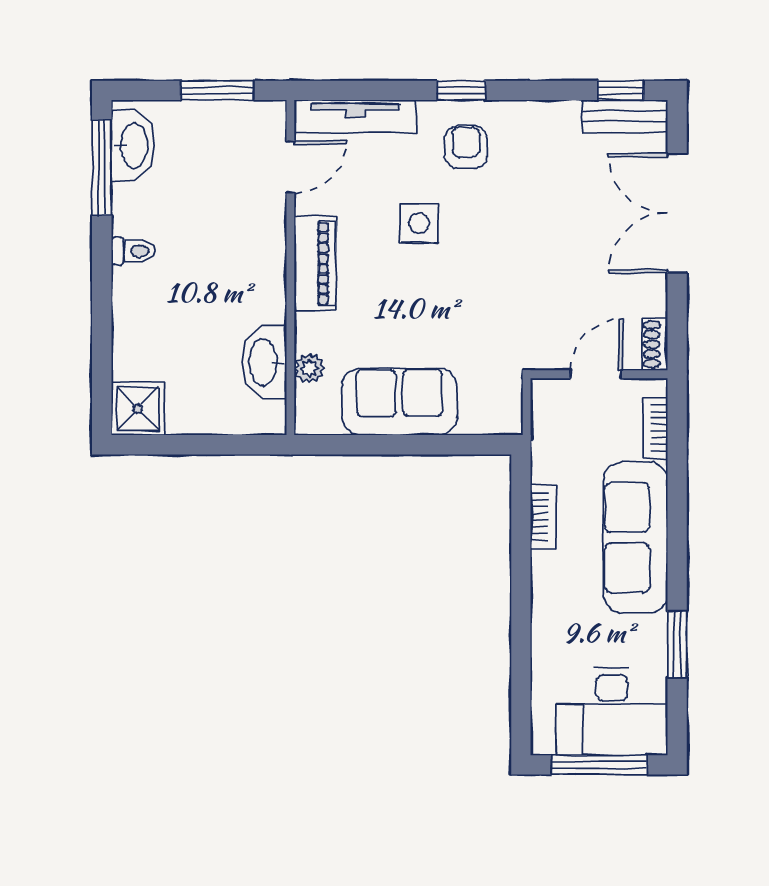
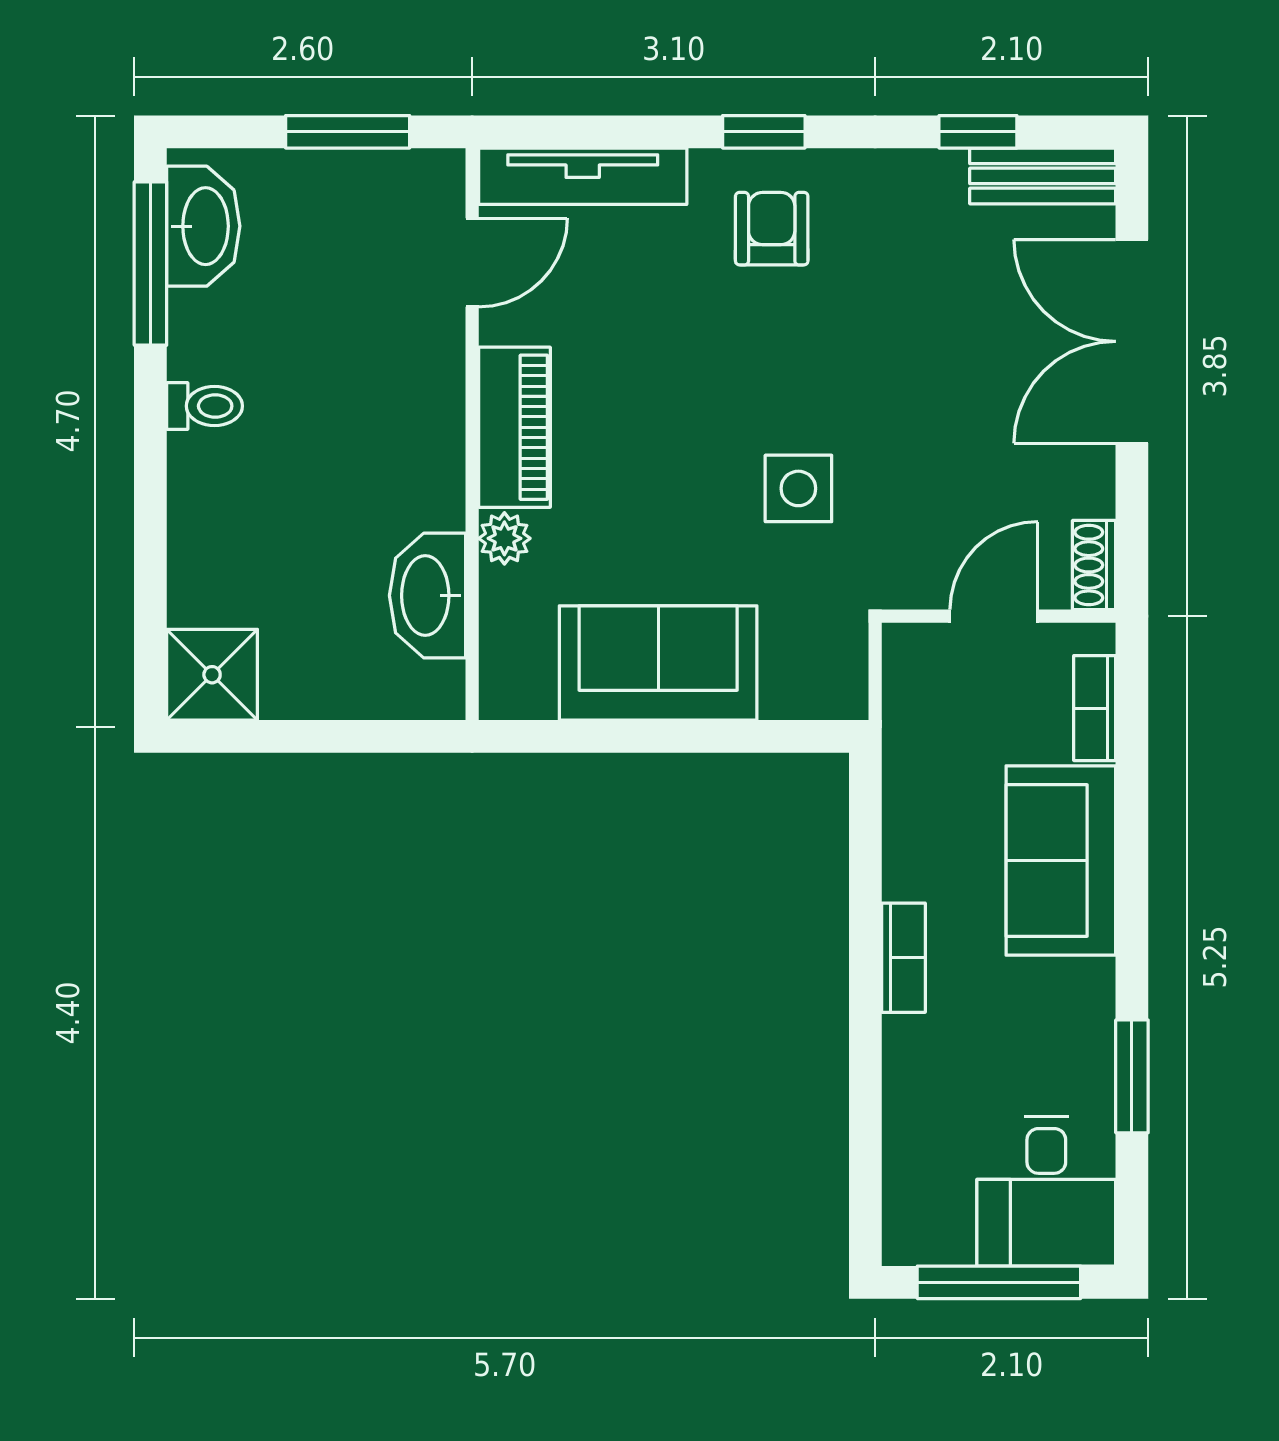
window: (621, 90) -> (978, 132), moved
side table: (419, 223) -> (798, 488), moved
plant: (309, 368) -> (504, 538), moved
bookcase: (543, 517) -> (904, 958), moved
sofa: (635, 538) -> (1061, 860), width x0.73
desk: (612, 711) -> (1046, 1191), width x0.73

